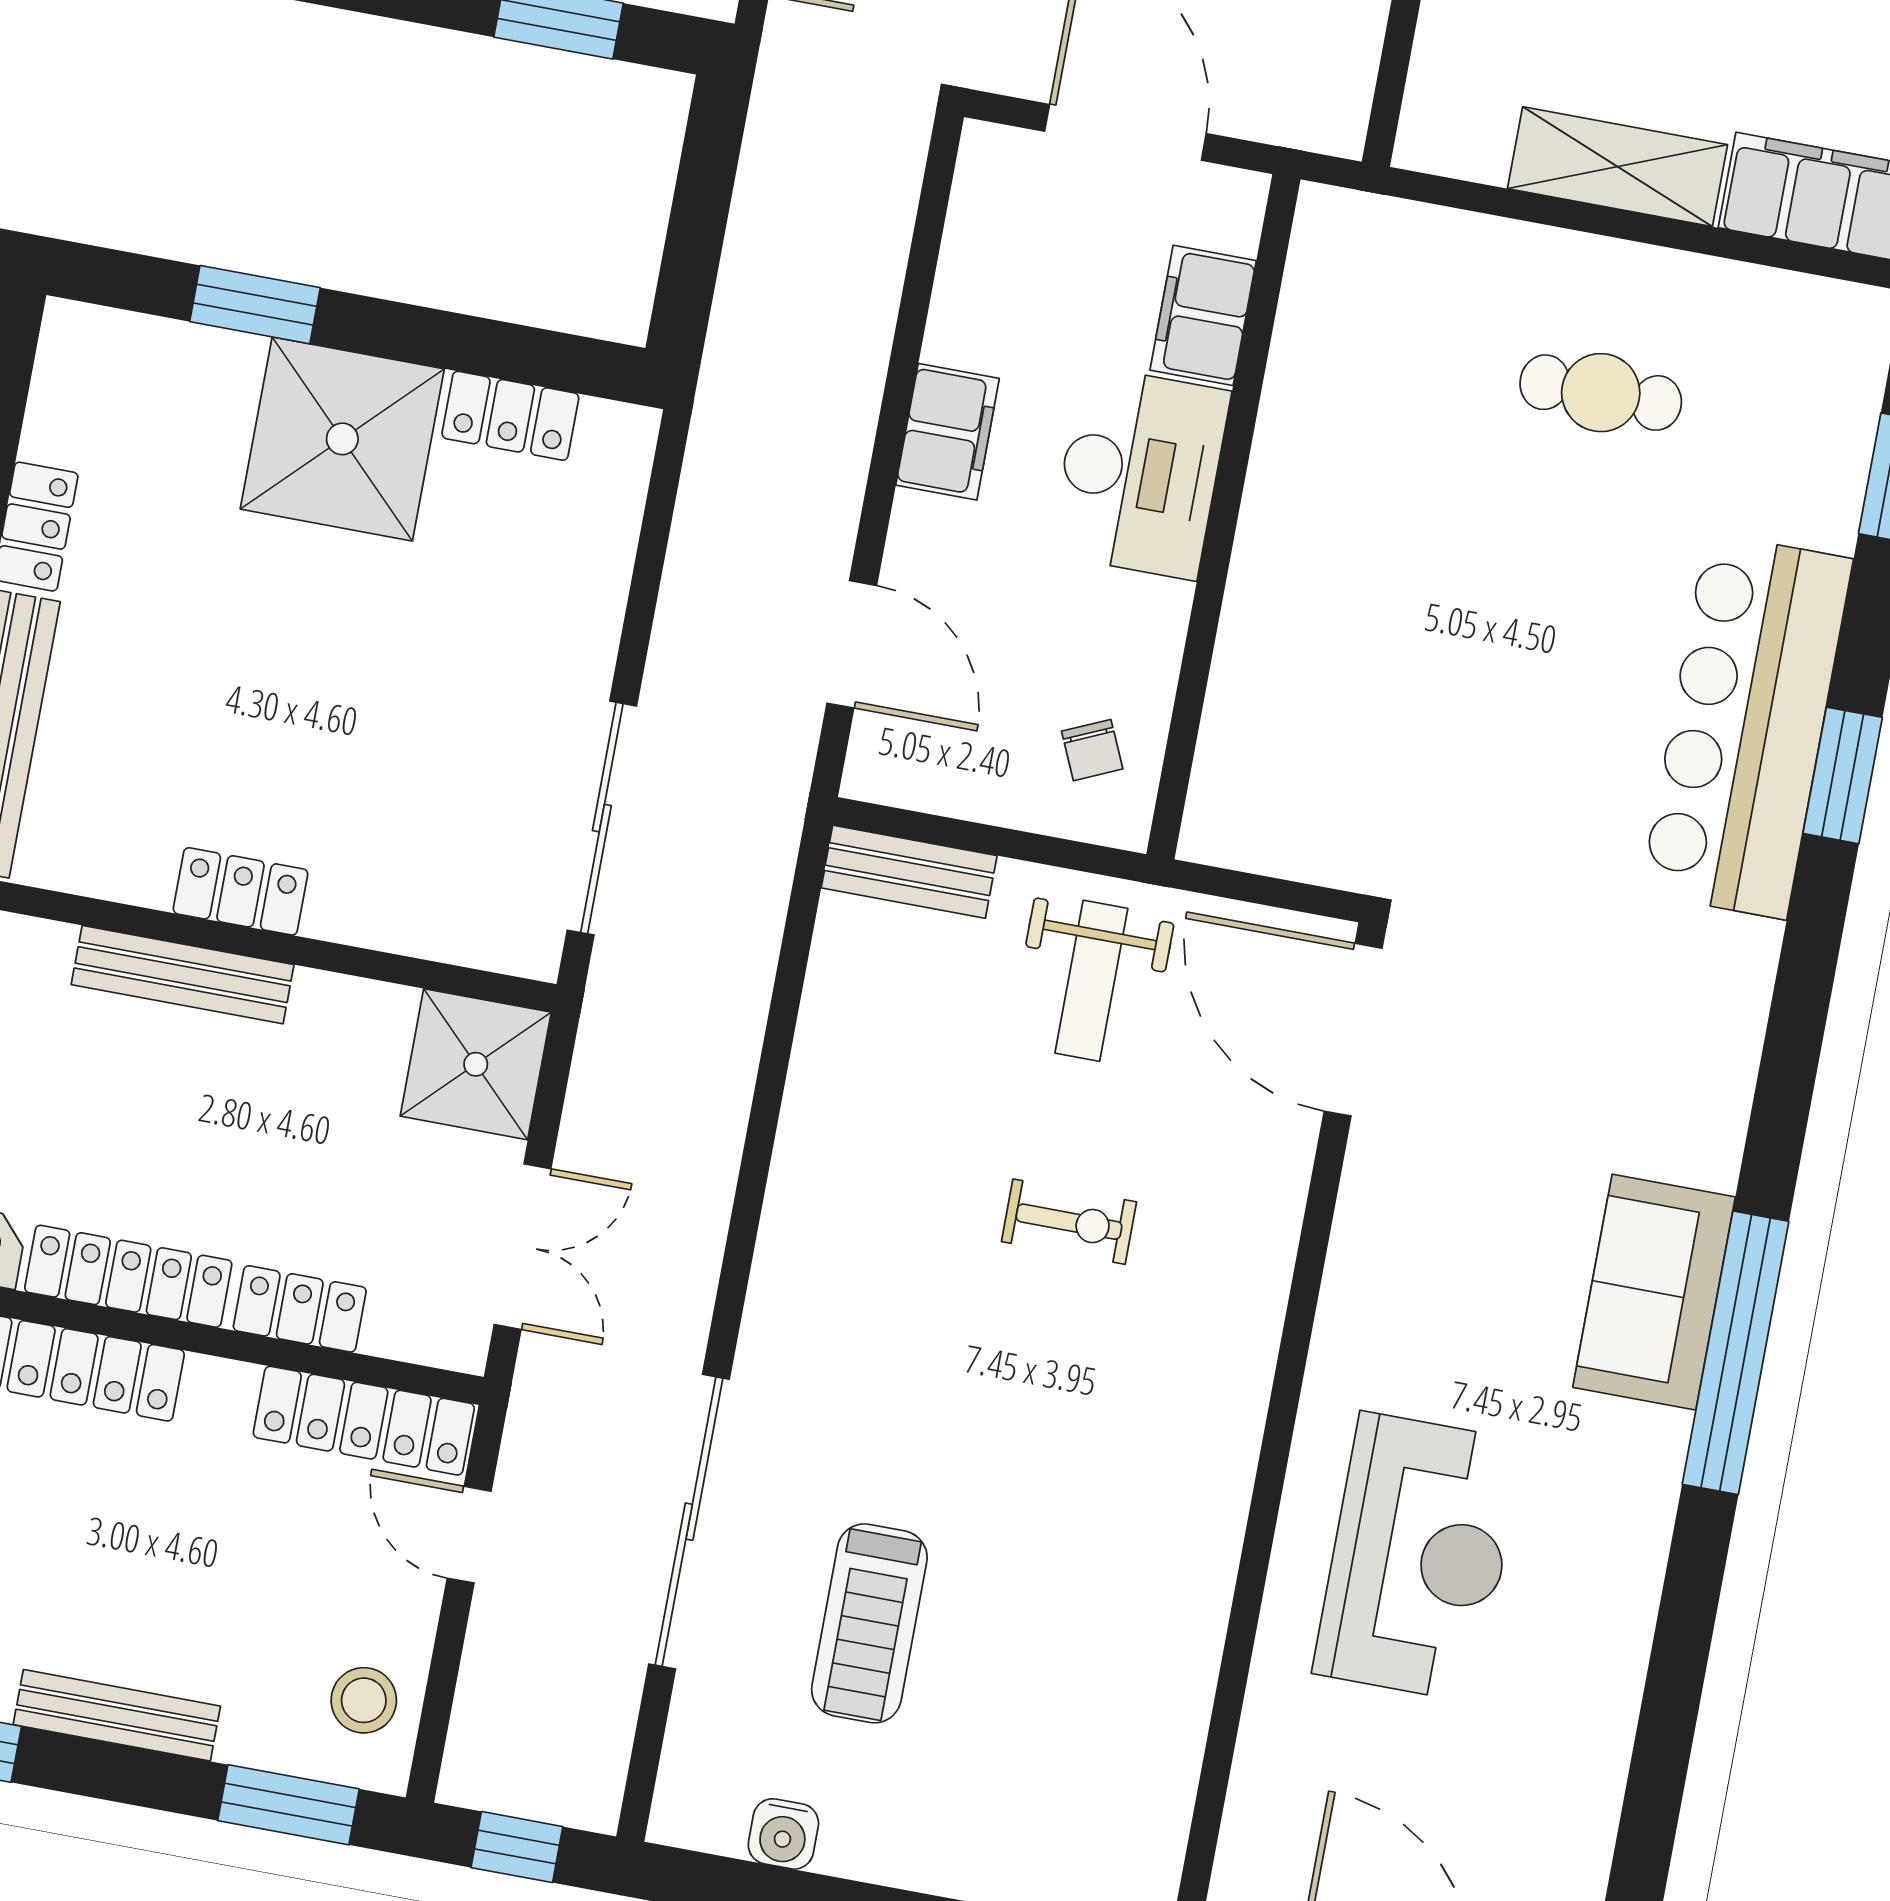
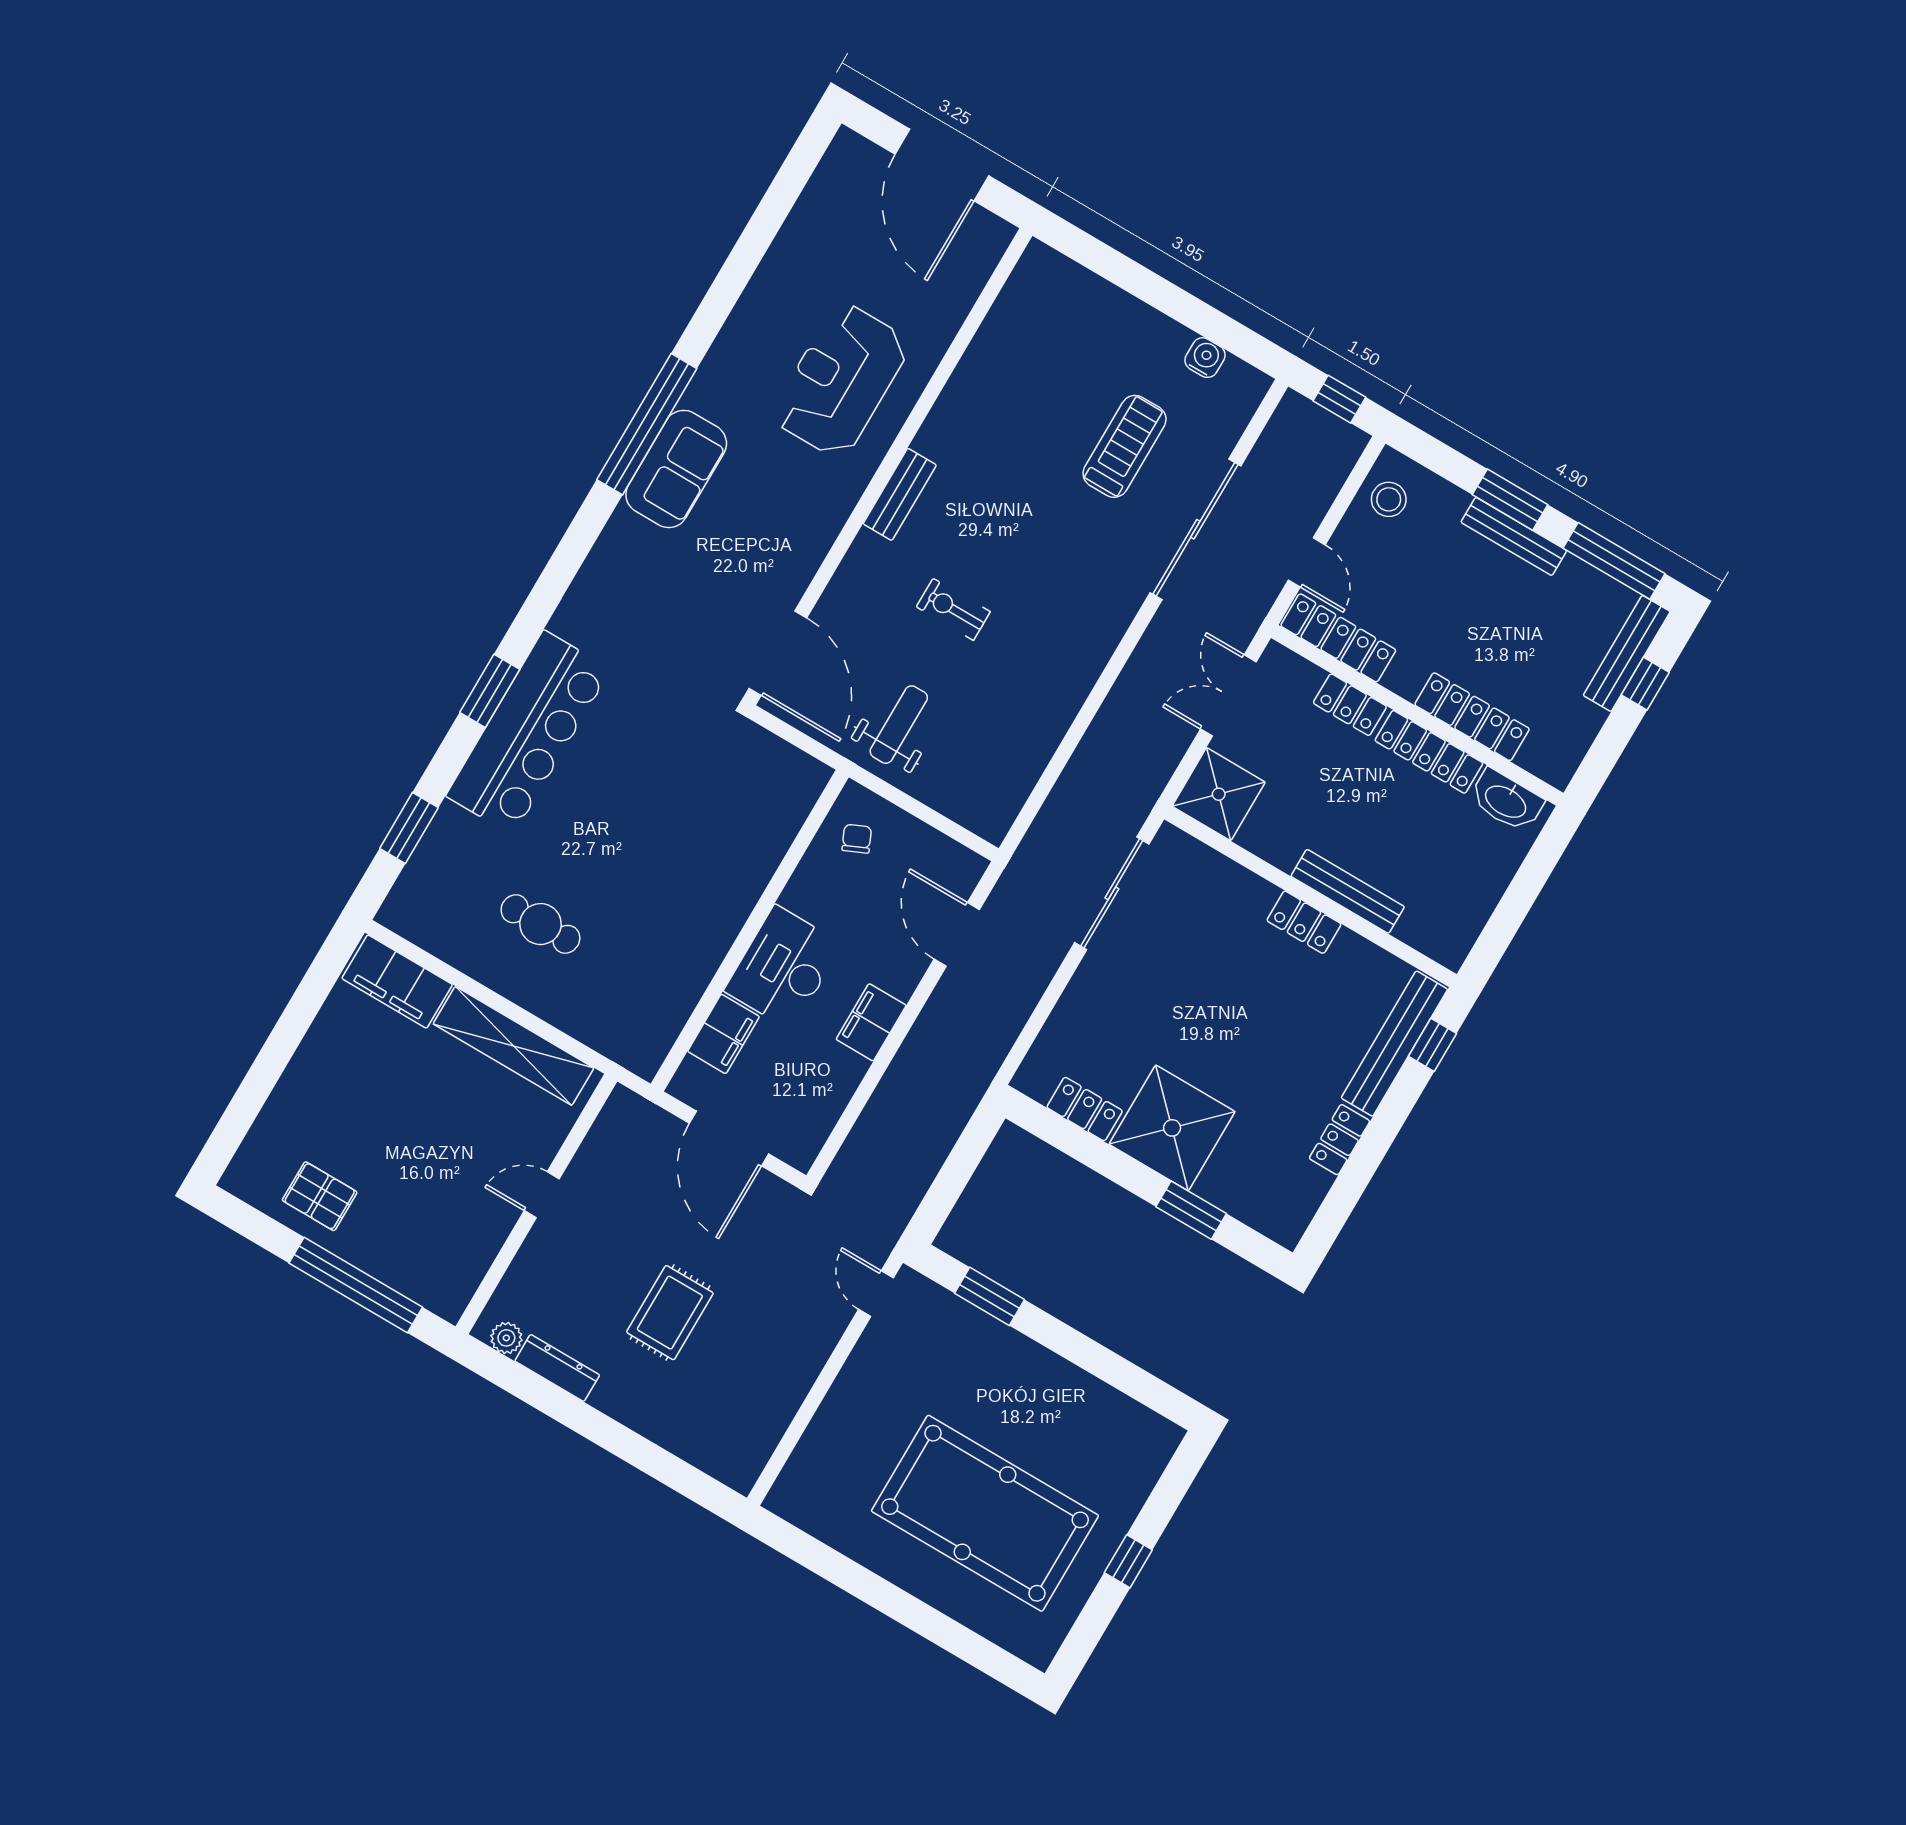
shelving: (1618, 167) -> (514, 1046), width x1.47
bench: (909, 872) -> (900, 494), moved, turned 90
window: (288, 1805) -> (1510, 500), moved

